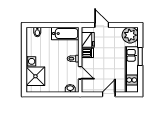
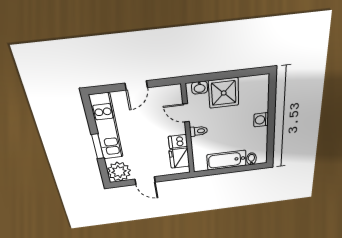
door: (102, 25) -> (145, 181), moved
bathtub: (65, 34) -> (227, 160), moved
shower: (35, 76) -> (224, 93), moved

